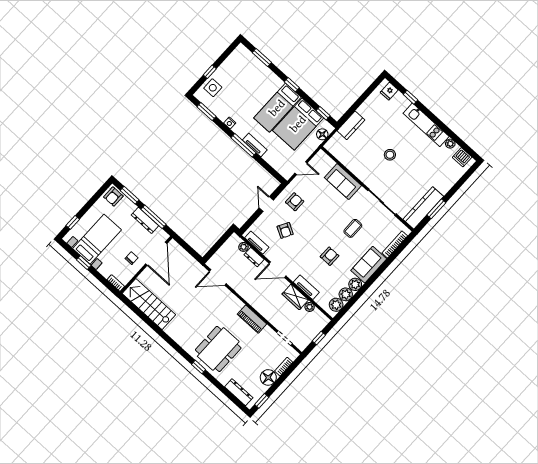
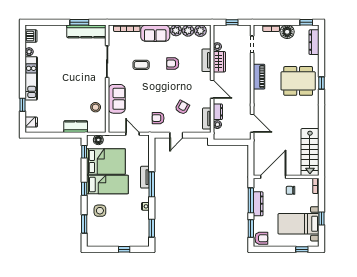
side table: (213, 88) -> (100, 211), moved
stool: (390, 155) -> (96, 107), moved

